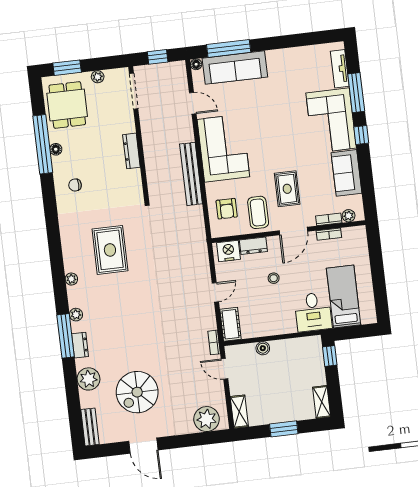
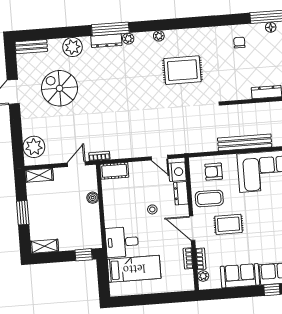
door: (215, 292) -> (159, 158), moved
dresser: (80, 345) -> (106, 41), width x1.44

